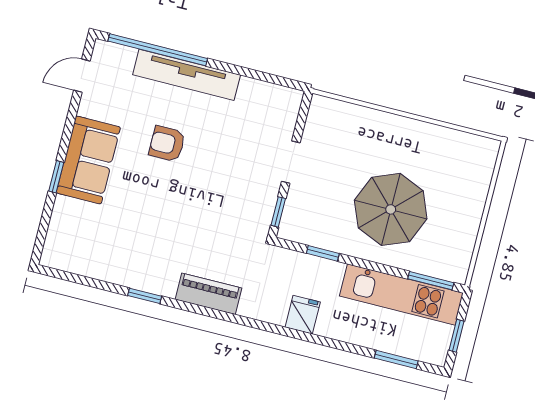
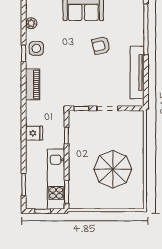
tv unit: (187, 75) -> (137, 72), moved
armchair: (167, 144) -> (101, 46), turned -103
parasol: (391, 209) -> (113, 169), moved
plant: (90, 267) -> (31, 23), added
side table: (141, 269) -> (36, 48), added

